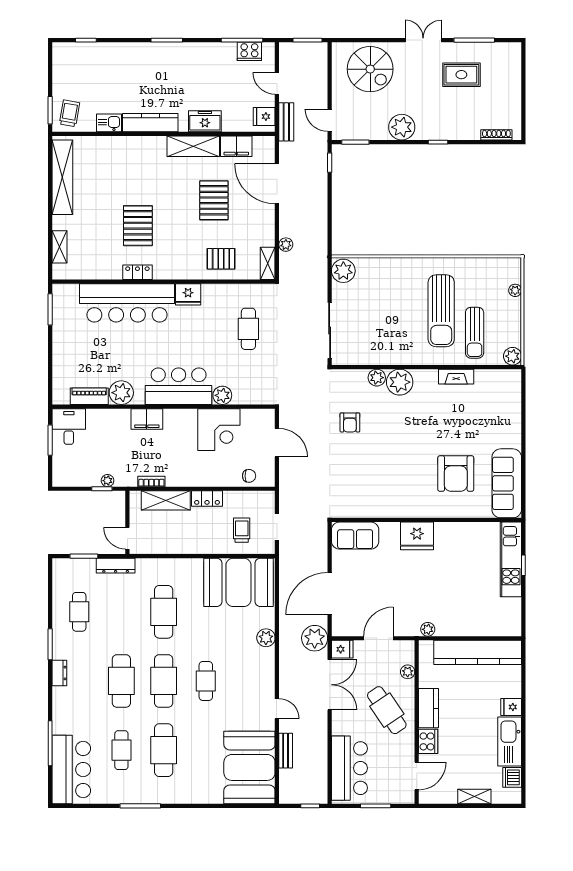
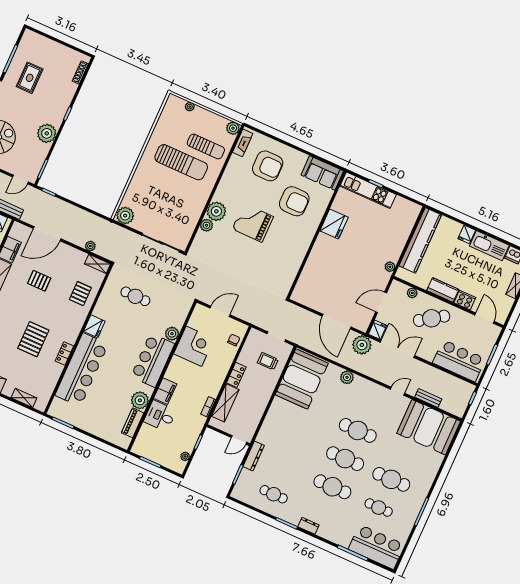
pallet: (214, 200) -> (39, 281), width x0.67, depth x0.71
pallet: (138, 226) -> (33, 339), turned 90
fireplace: (456, 377) -> (243, 143), moved
armchair: (350, 422) -> (268, 166), moved, width x1.88, depth x1.88
desk: (69, 426) -> (160, 416), moved
grand piano: (406, 434) -> (253, 223), added
plant: (108, 481) -> (185, 456), moved
sofa: (507, 483) -> (322, 173), width x0.73
sofa: (355, 536) -> (305, 287), removed
fridge: (417, 536) -> (334, 224), moved
cafe table: (164, 612) -> (299, 438), removed
door: (378, 638) -> (381, 302), hinge flipped
cafe table: (206, 681) -> (358, 430), width x1.37, depth x1.35

